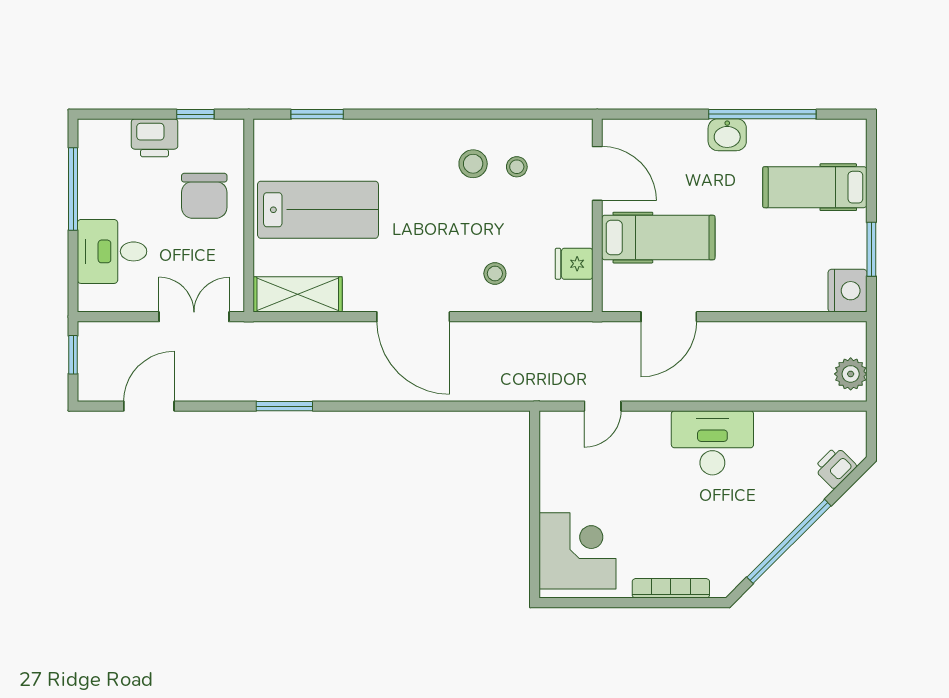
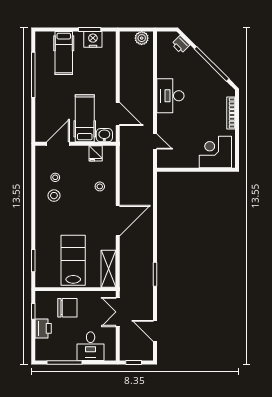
washbasin: (727, 135) -> (104, 135), moved, turned -90
nightstand: (848, 291) -> (93, 39), moved

